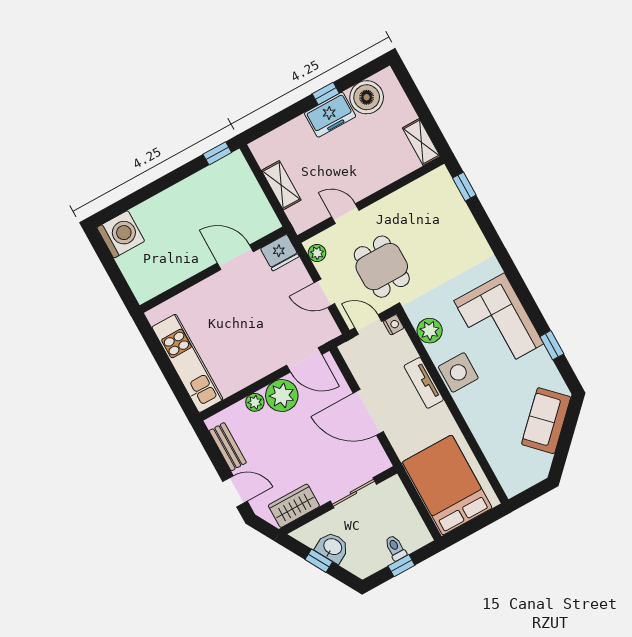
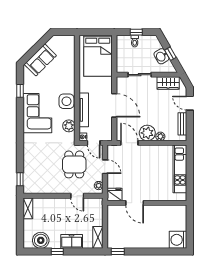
freezer: (330, 115) -> (72, 241), moved
shelving: (281, 185) -> (98, 237), moved
tv unit: (424, 383) -> (84, 110), width x1.41

